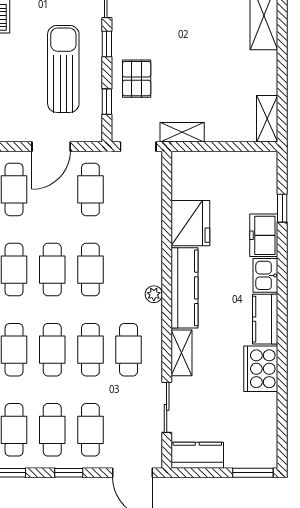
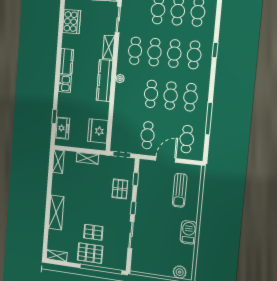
sun lounger: (63, 69) -> (180, 190), moved, width x0.73, depth x0.75
shelving: (182, 132) -> (87, 158), moved
fridge: (190, 223) -> (98, 131), moved
freezer: (264, 235) -> (62, 128), moved
cooker: (261, 369) -> (72, 22), moved

